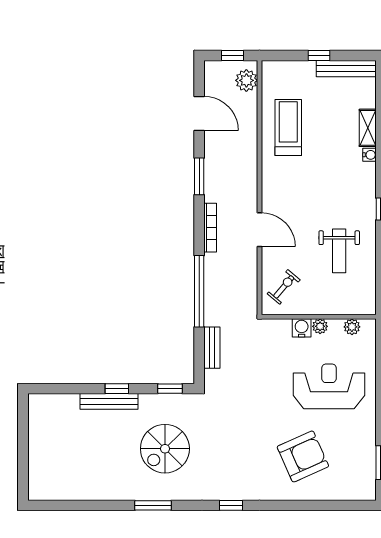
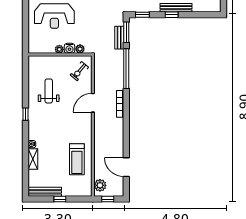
window: (199, 176) -> (126, 32), moved
door: (259, 230) -> (93, 103), hinge flipped
plant: (352, 327) -> (80, 49), moved

